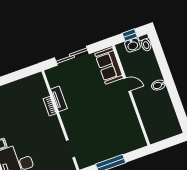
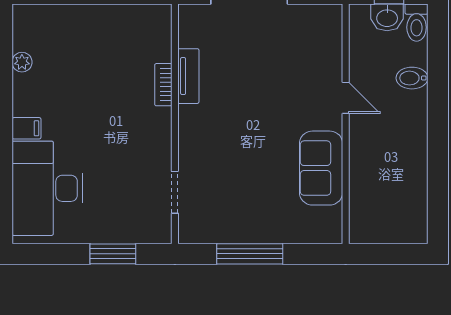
sofa: (109, 66) -> (321, 168), moved
bidet: (158, 85) -> (412, 78), moved

